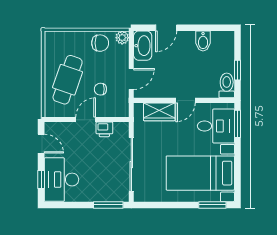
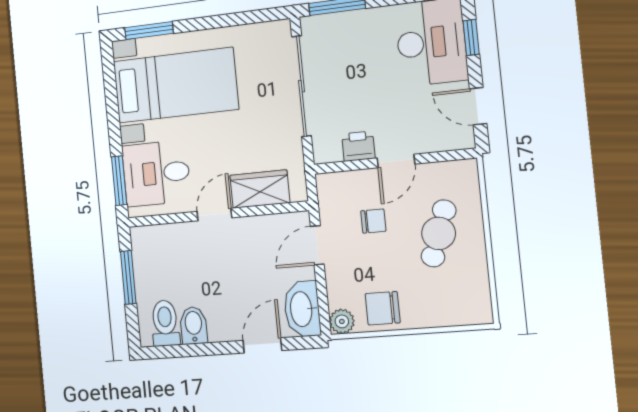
window: (237, 70) -> (128, 277), width x1.50
cafe table: (68, 80) -> (439, 233), width x0.73, depth x0.74
toilet: (227, 85) -> (165, 323), moved, turned 180

